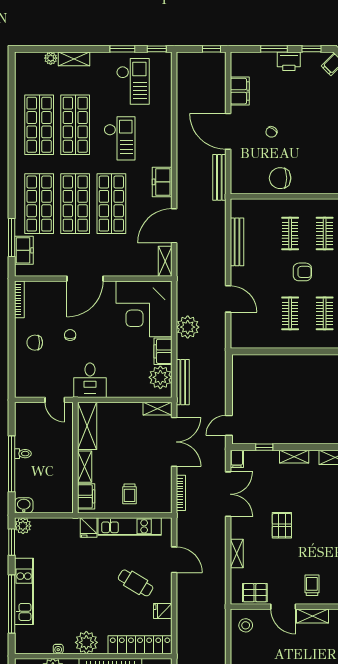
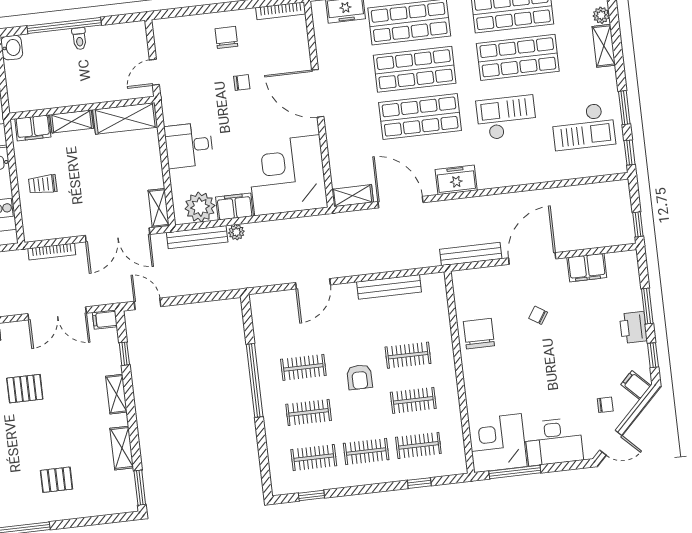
checkout: (120, 138) -> (507, 118), turned 180
plant: (188, 327) -> (236, 232), moved, width x0.53, depth x0.53
window: (296, 351) -> (255, 380), added
desk: (90, 380) -> (189, 145), moved

